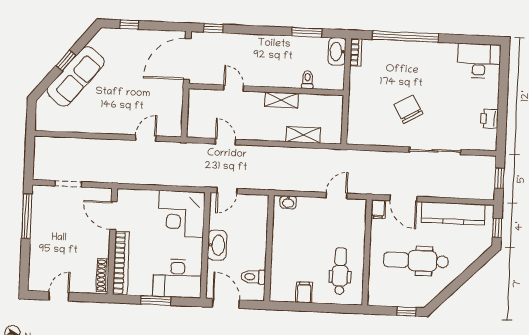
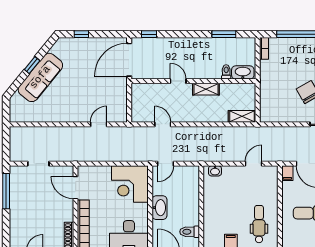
washbasin: (337, 52) -> (243, 72), moved, turned 90
door: (234, 88) -> (178, 81), moved
shelving: (303, 135) -> (242, 116), moved

